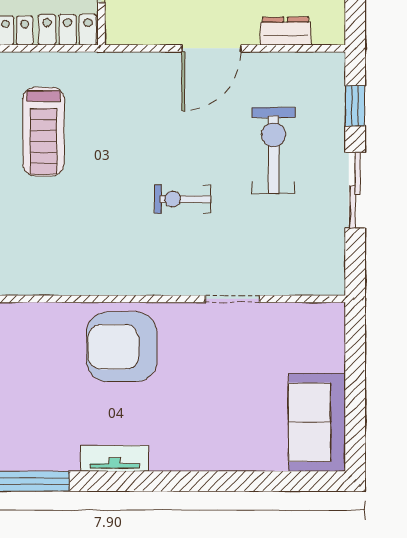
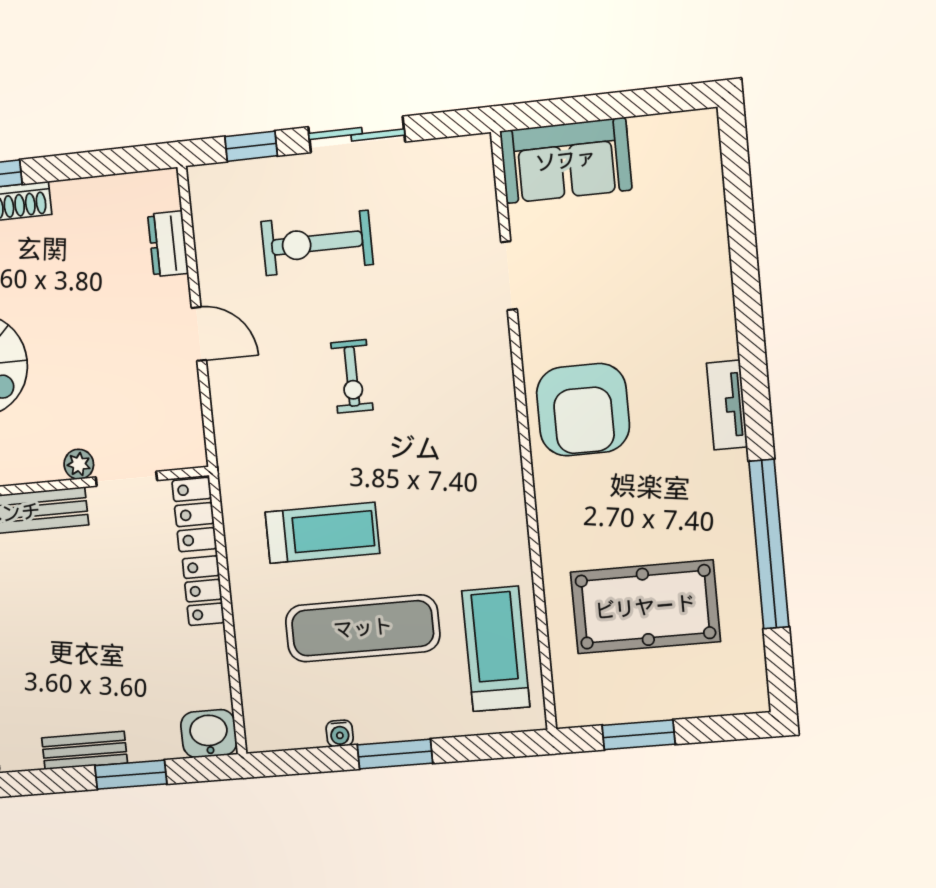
door: (211, 48) -> (199, 334), width x0.73
exercise bike: (183, 199) -> (352, 376), moved
sofa: (317, 422) -> (566, 160), moved

